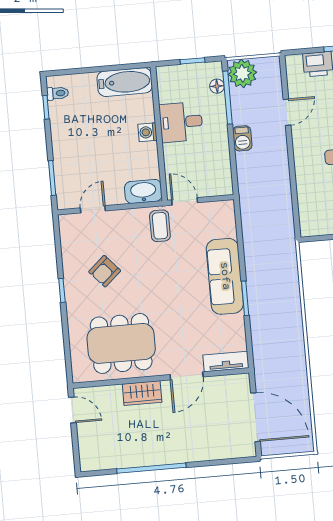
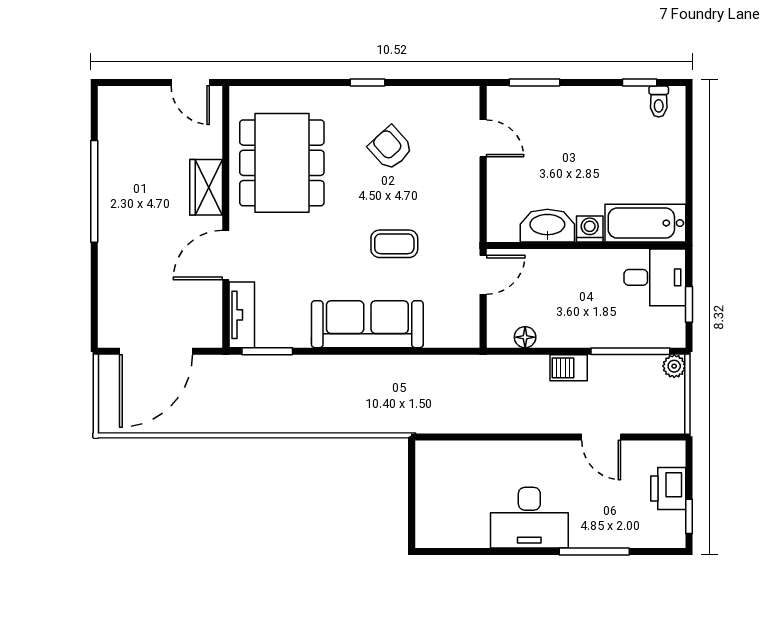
plant: (242, 73) -> (674, 366), width x0.53, depth x0.53
bathtub: (125, 82) -> (645, 223), moved, turned 90
floor lamp: (217, 86) -> (525, 337), moved
desk: (181, 122) -> (655, 277), moved, turned 90
washbasin: (143, 191) -> (547, 226), moved, turned -90
coffee table: (160, 226) -> (394, 244), moved
window: (245, 298) -> (267, 351), moved
door: (187, 376) -> (226, 255), hinge flipped
door: (72, 410) -> (190, 82), hinge flipped

